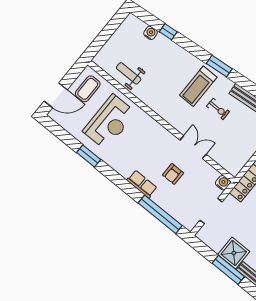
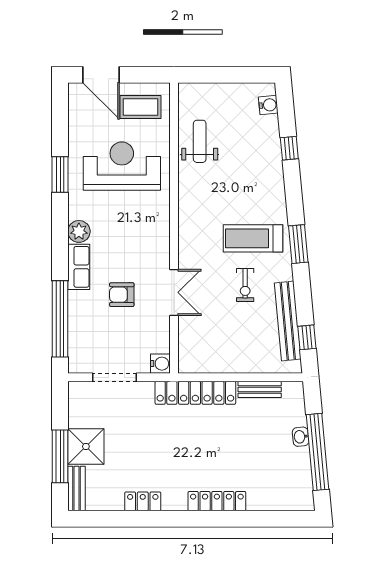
water cooler: (151, 33) -> (268, 105), moved
reception desk: (109, 122) -> (122, 166), turned 180
plant: (124, 170) -> (79, 231), added

